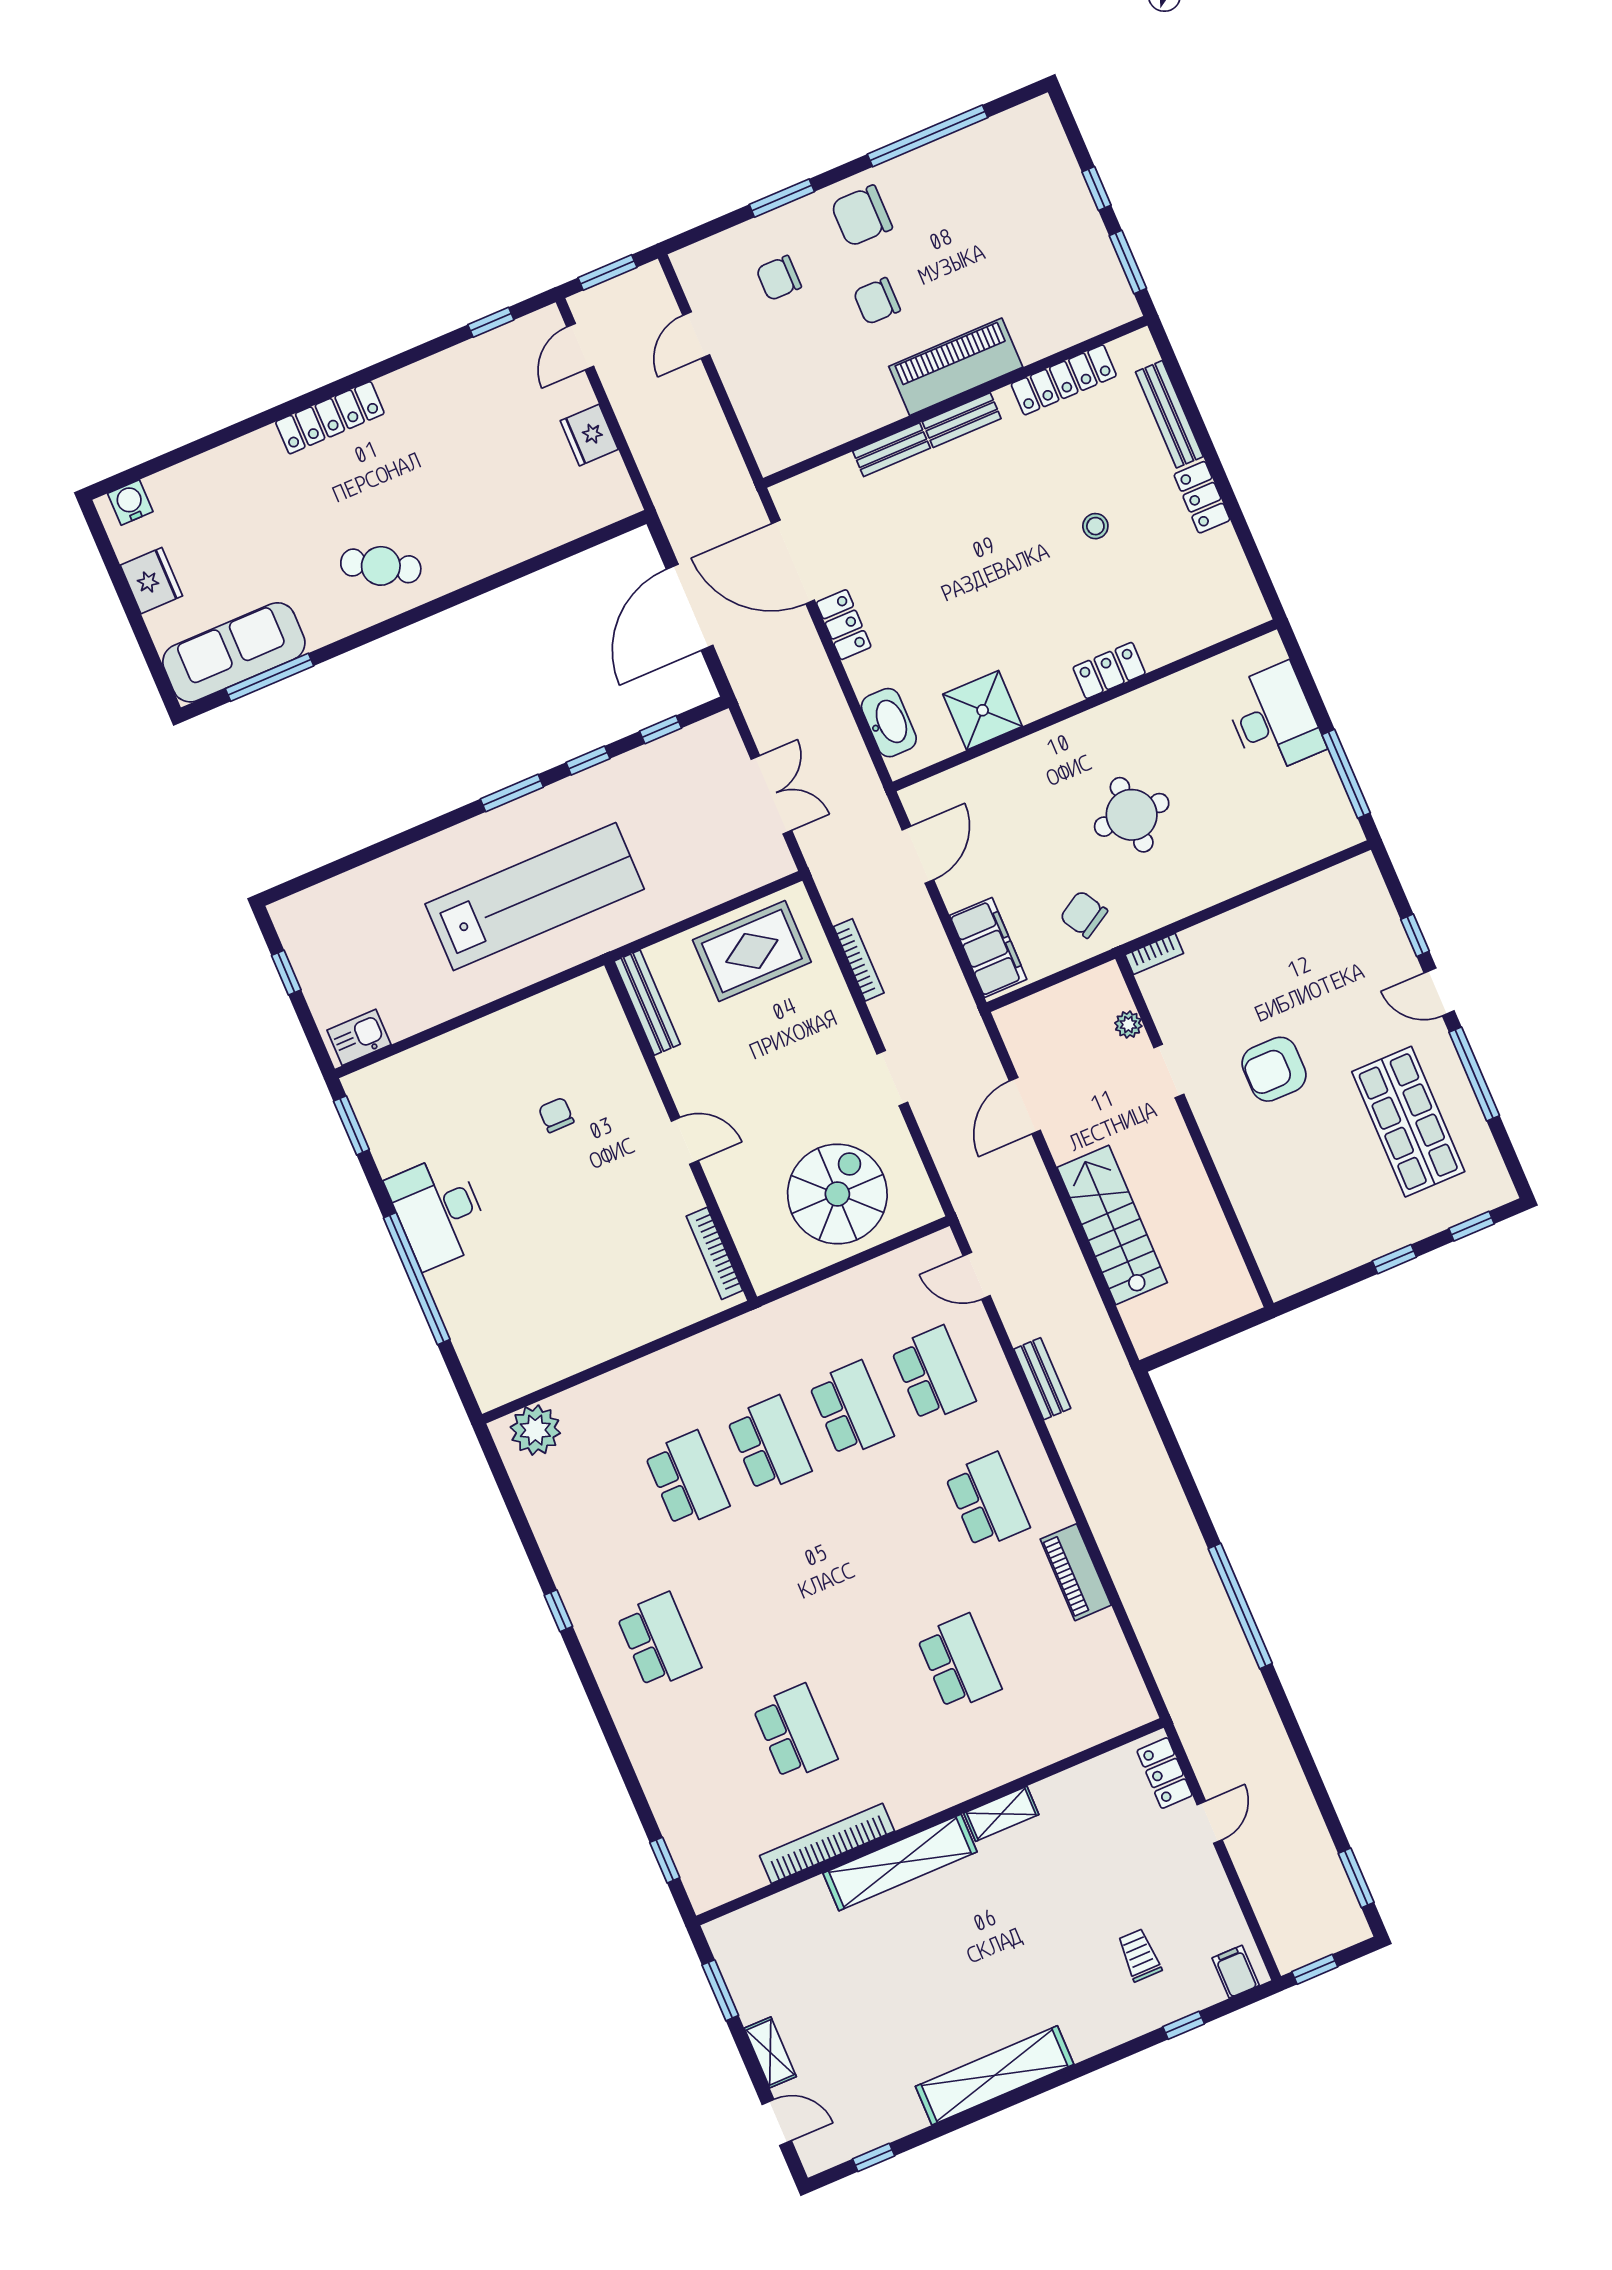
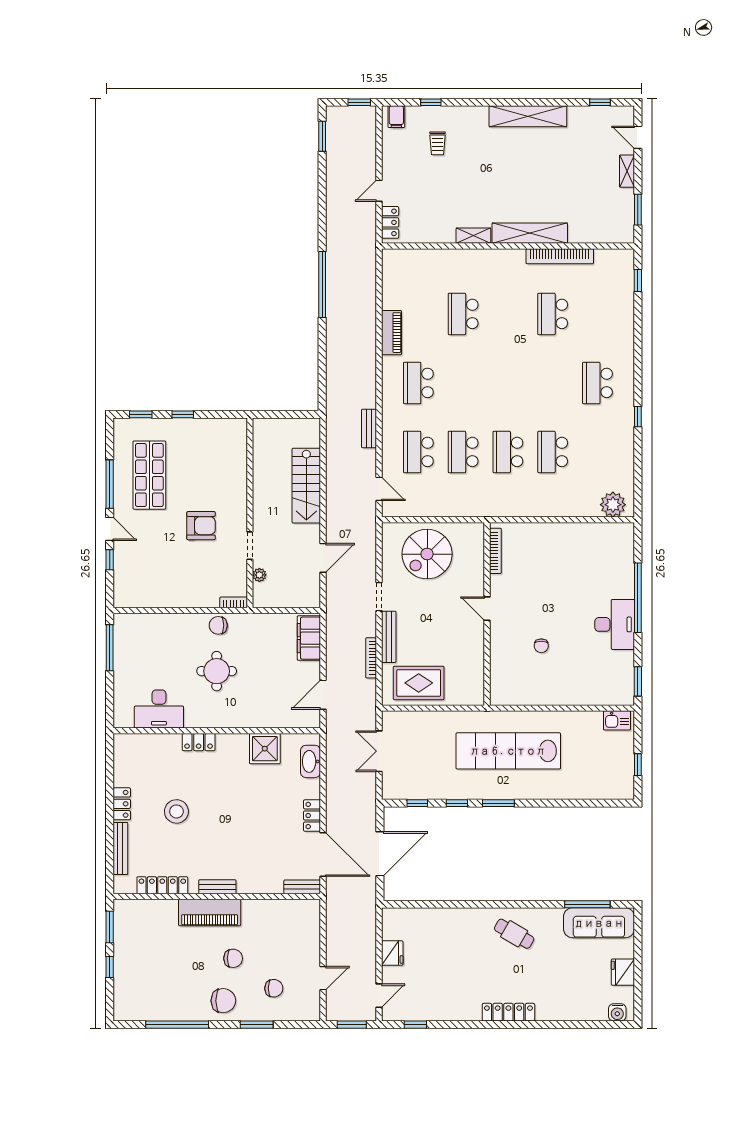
bench: (892, 450) -> (302, 887), moved
stool: (1095, 526) -> (176, 811), width x1.89, depth x1.89
desk: (1274, 719) -> (159, 709), moved, turned -90
chair: (1084, 914) -> (218, 625), moved, turned 121
bench: (647, 1003) -> (389, 637), moved

